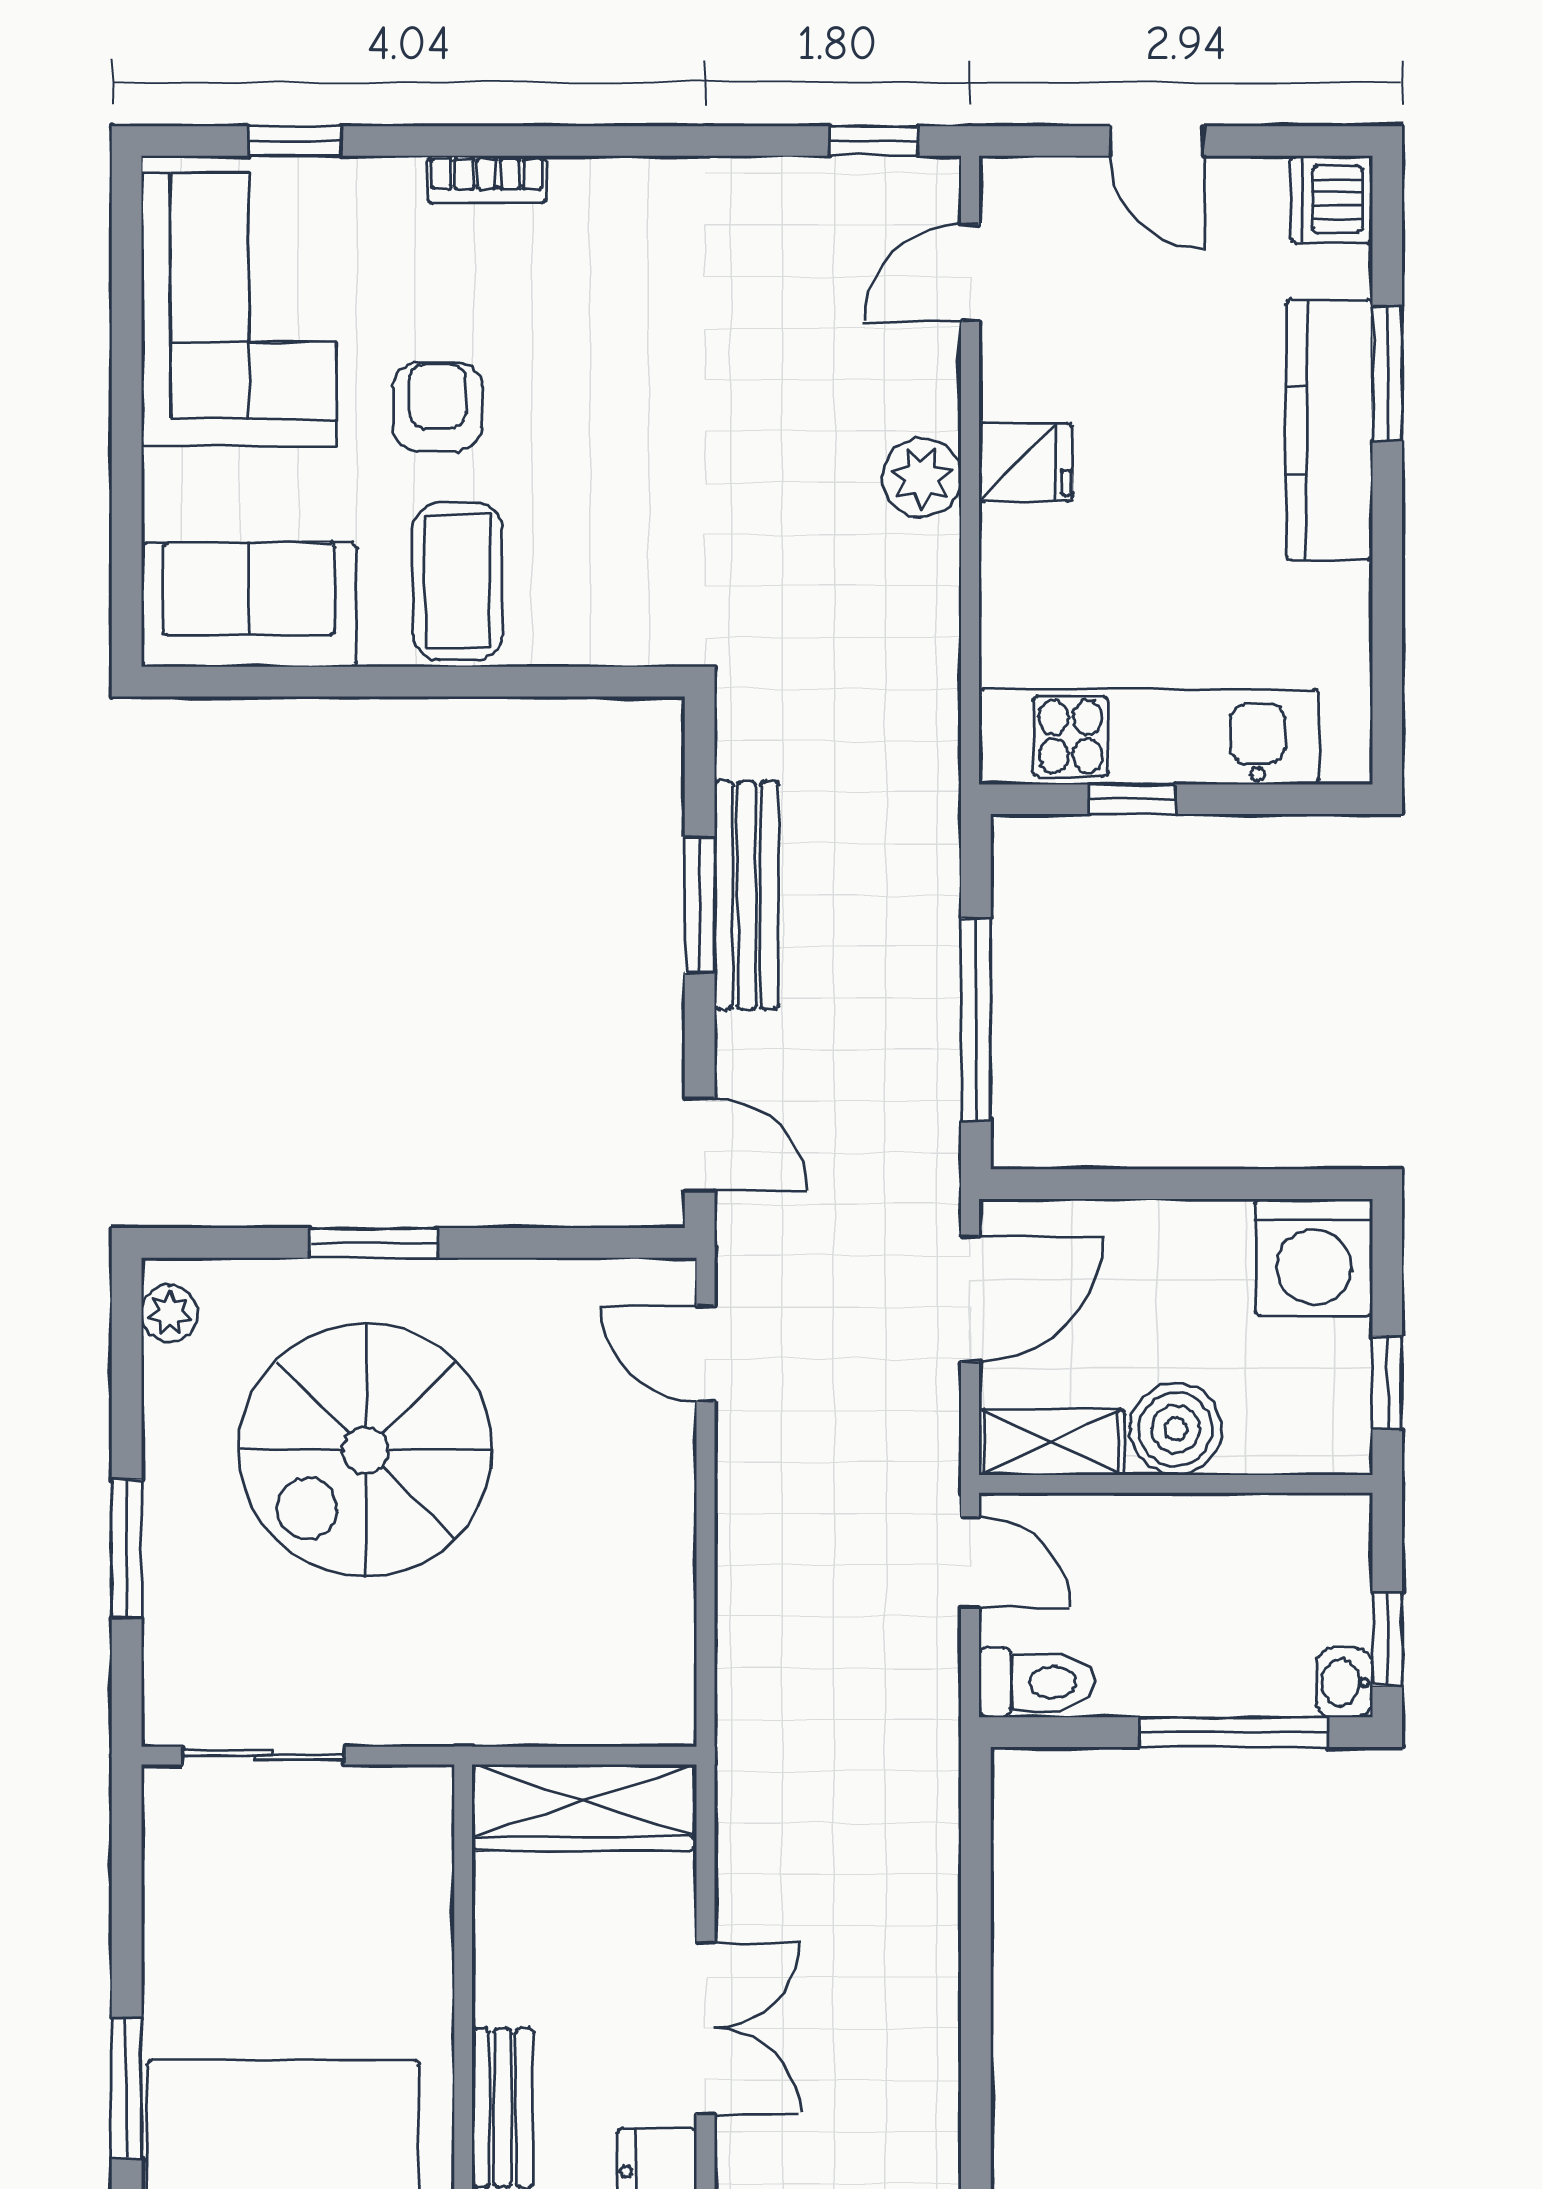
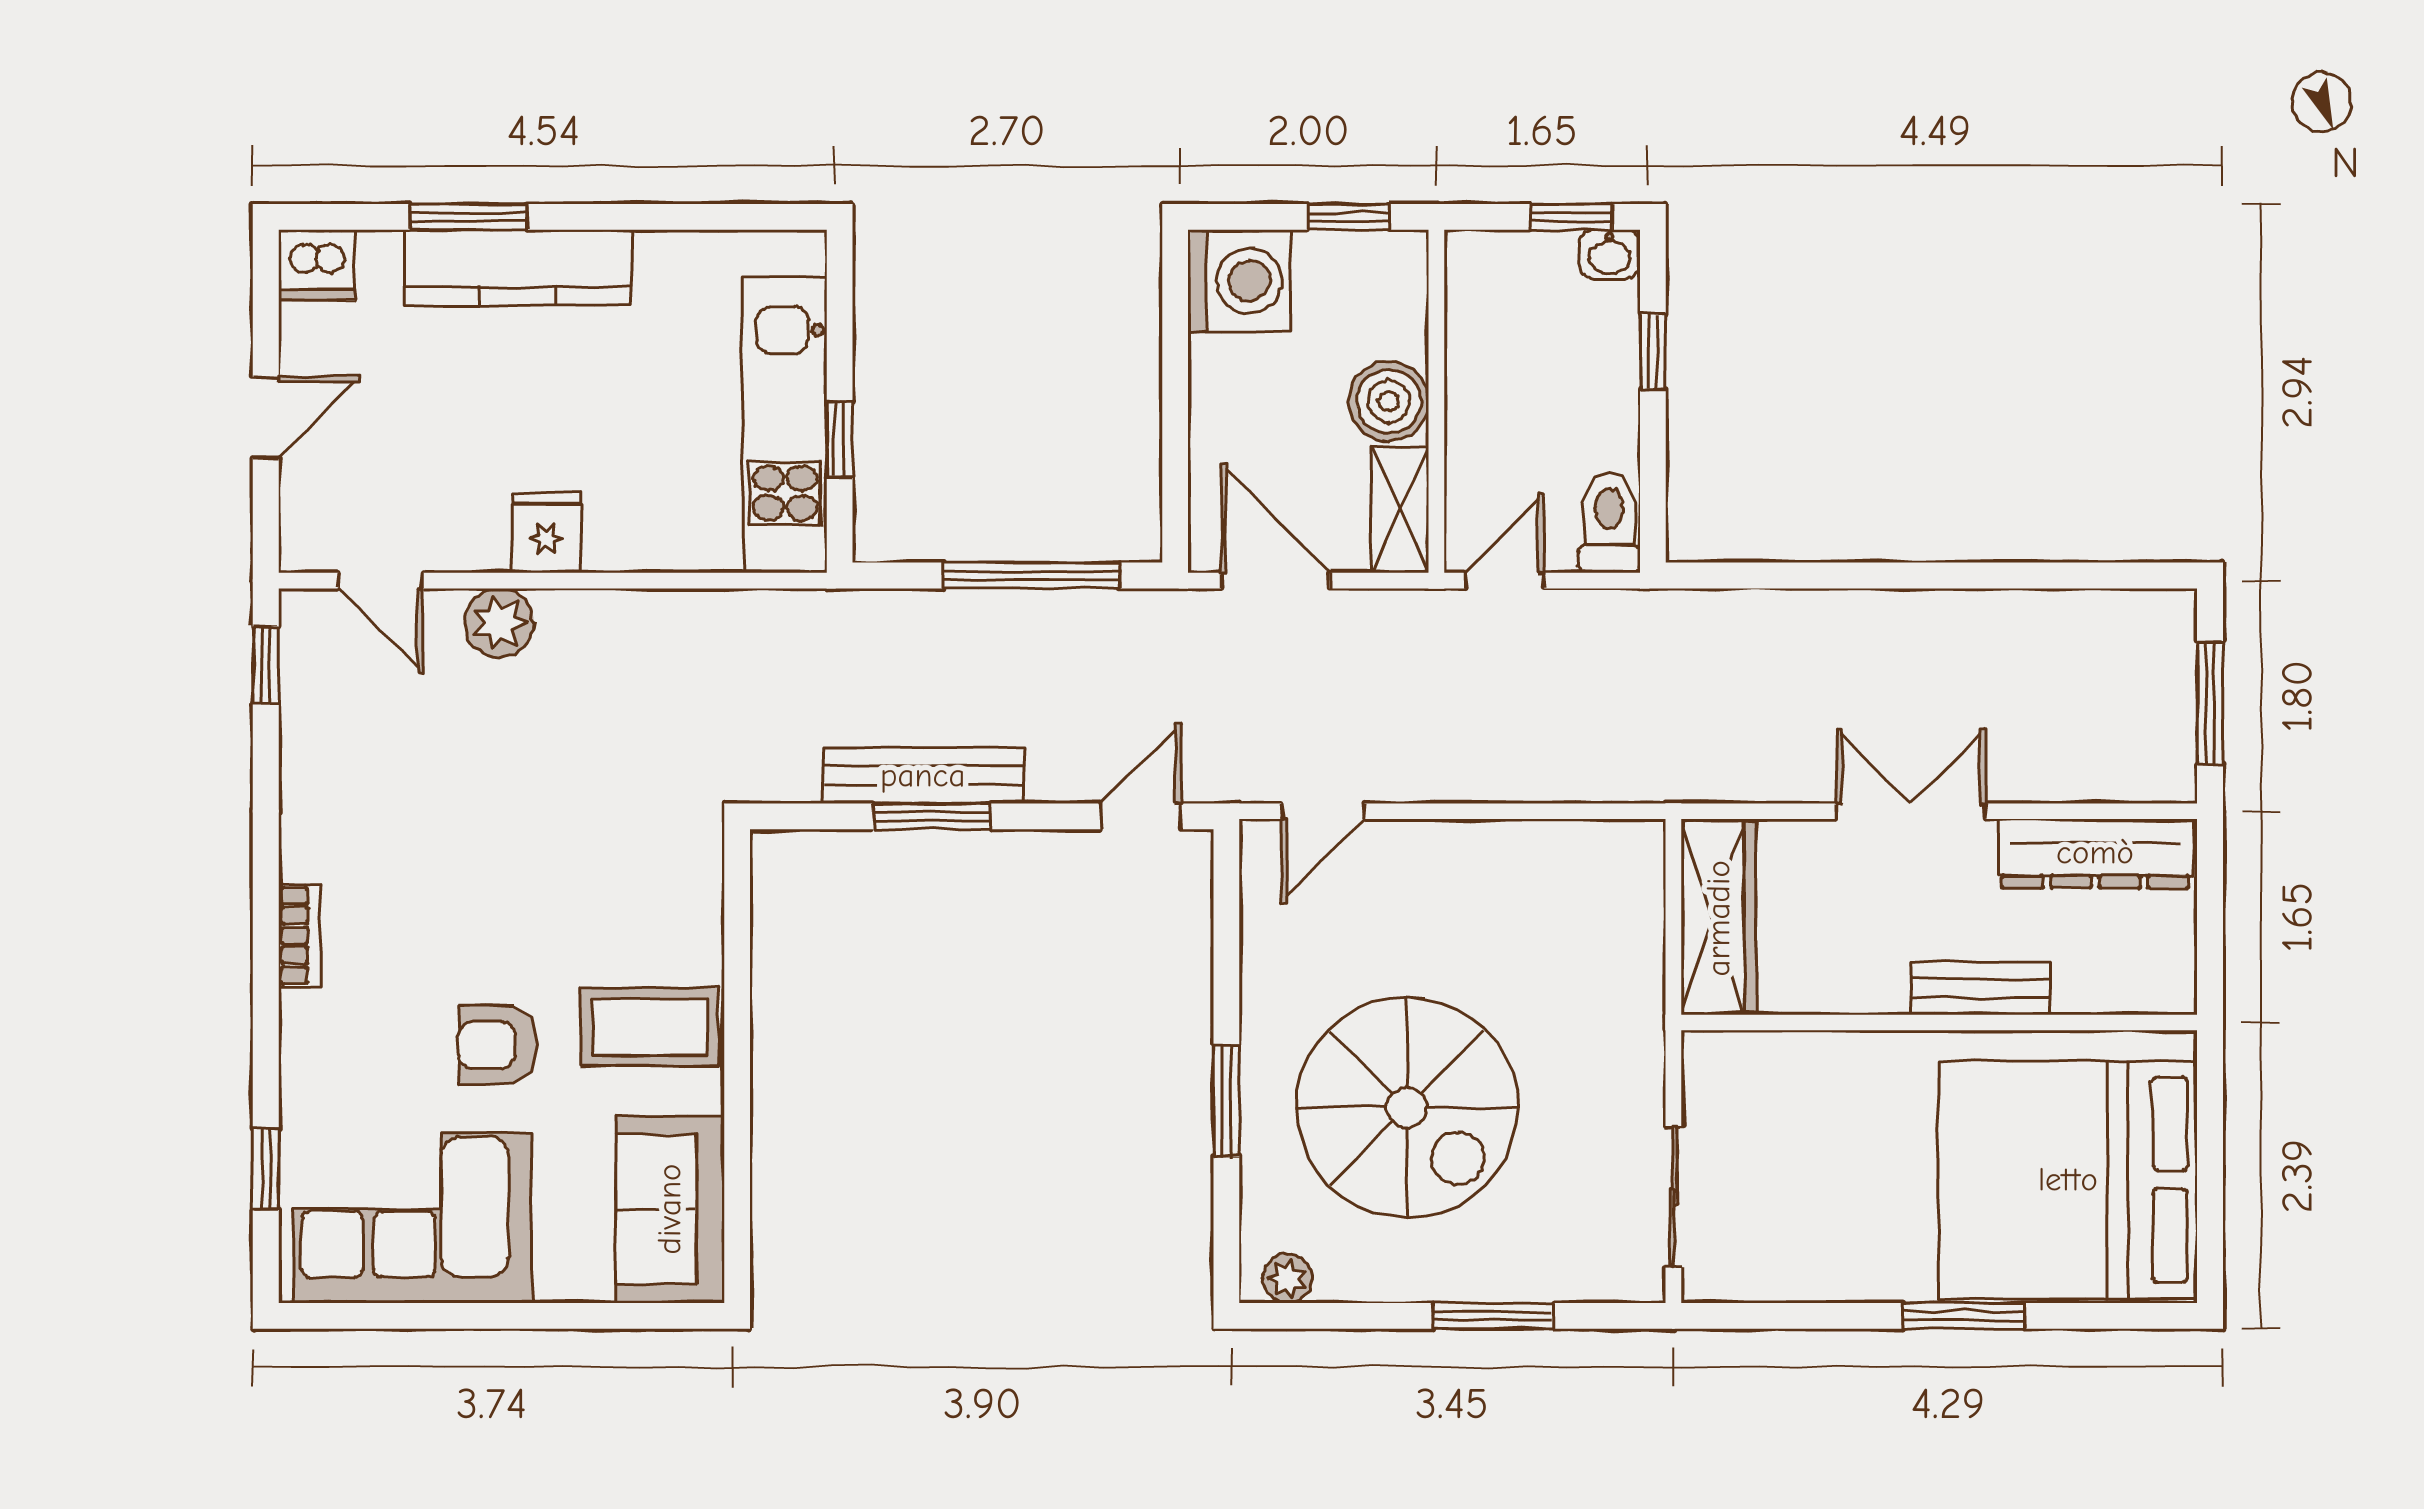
bookcase: (487, 179) -> (299, 935), moved
plant: (922, 478) -> (499, 623), moved
window: (1233, 1732) -> (1653, 351), width x0.46

